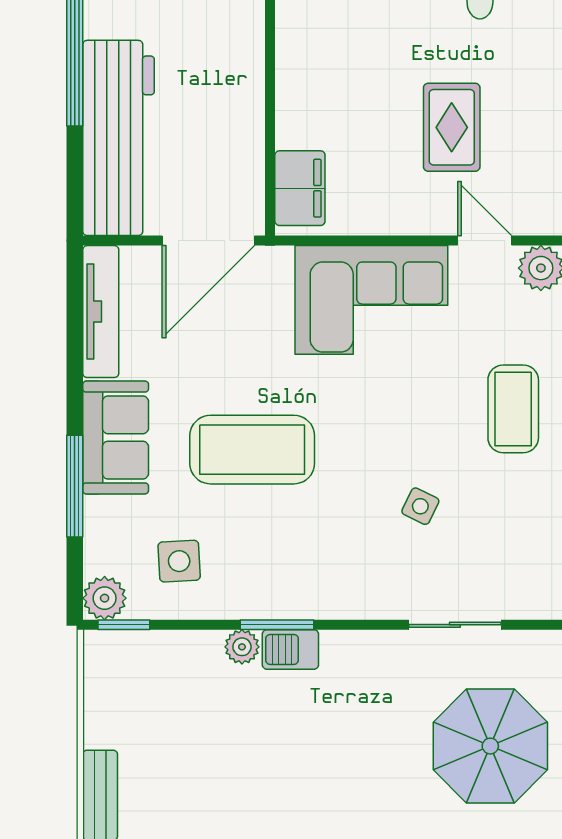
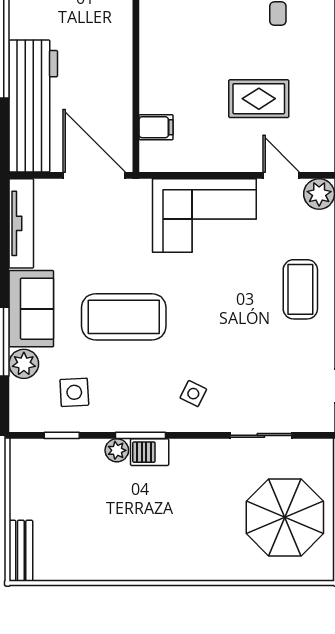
rug: (452, 127) -> (259, 99), turned 90
filing cabinet: (300, 188) -> (156, 127), width x0.50
door: (208, 241) -> (94, 175), swing flipped
side table: (420, 506) -> (193, 394), moved
plant: (105, 598) -> (24, 364), moved
window: (124, 625) -> (62, 435), moved

